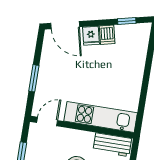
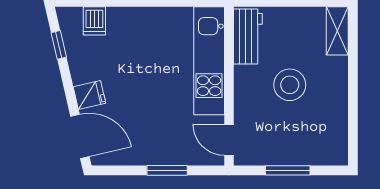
door: (65, 25) -> (80, 136), hinge flipped
dishwasher: (107, 35) -> (94, 21), moved, turned 103

